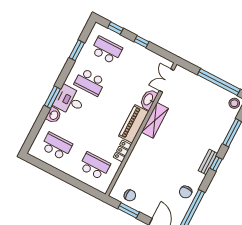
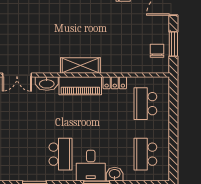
school desk: (107, 50) -> (18, 154), removed
shelving: (155, 120) -> (80, 65), moved

